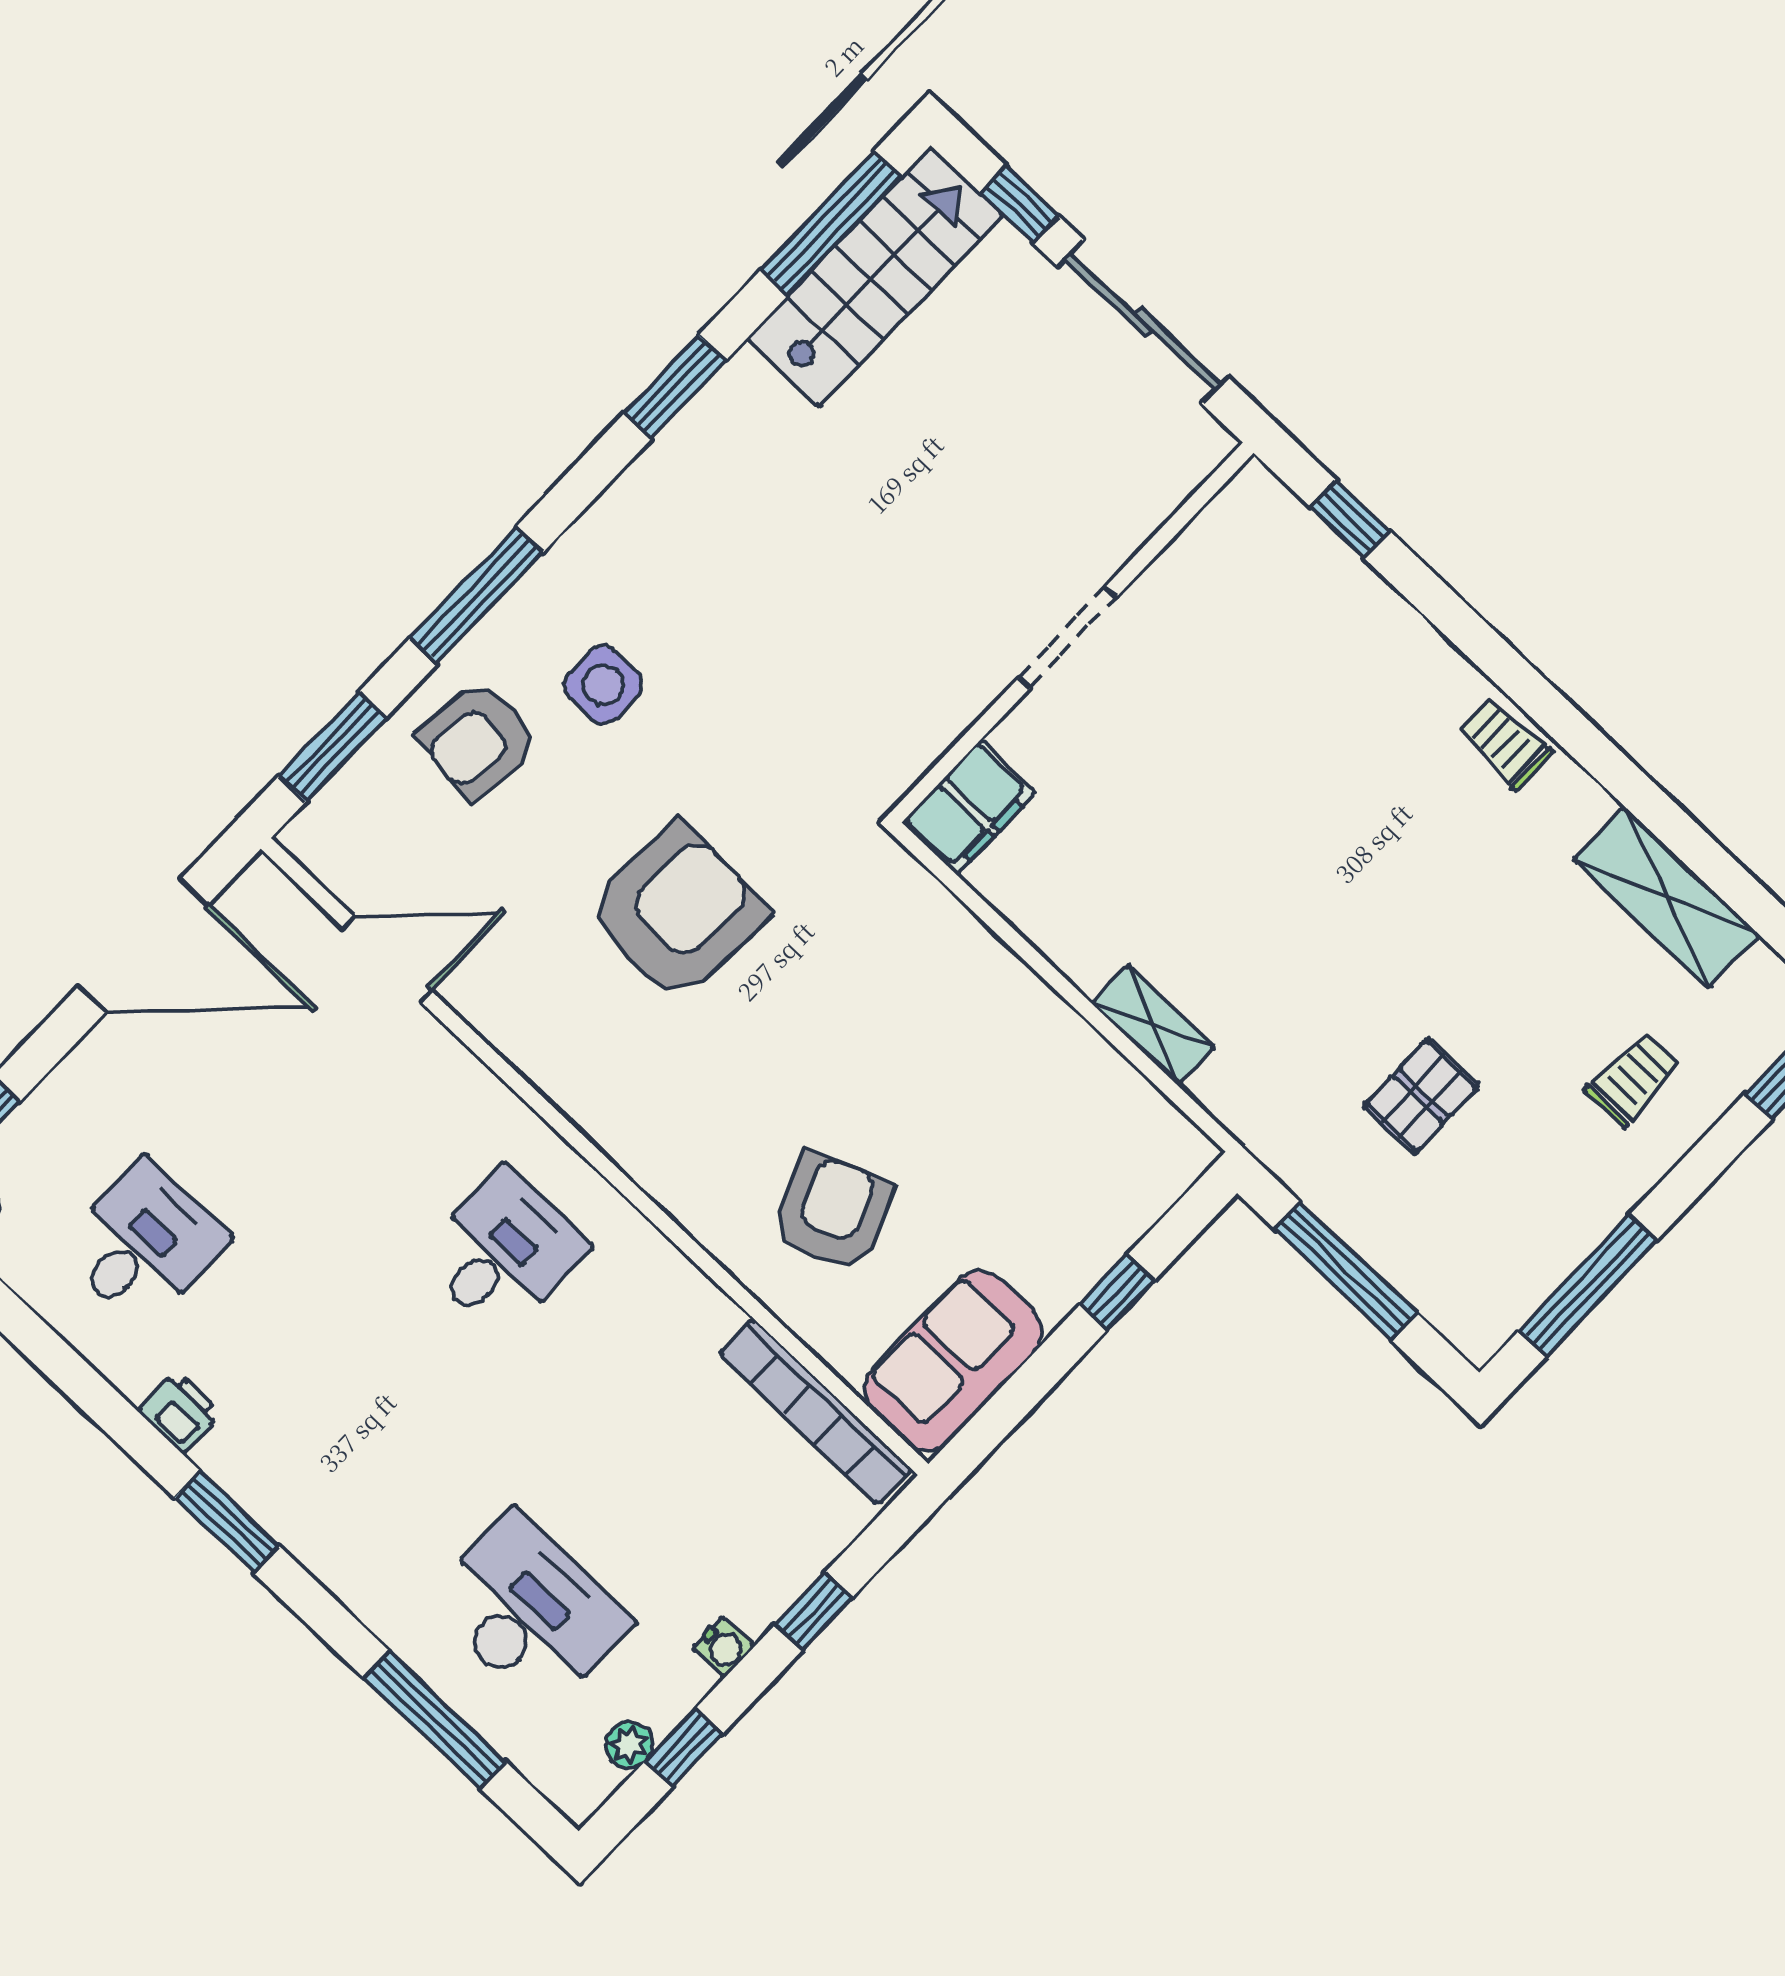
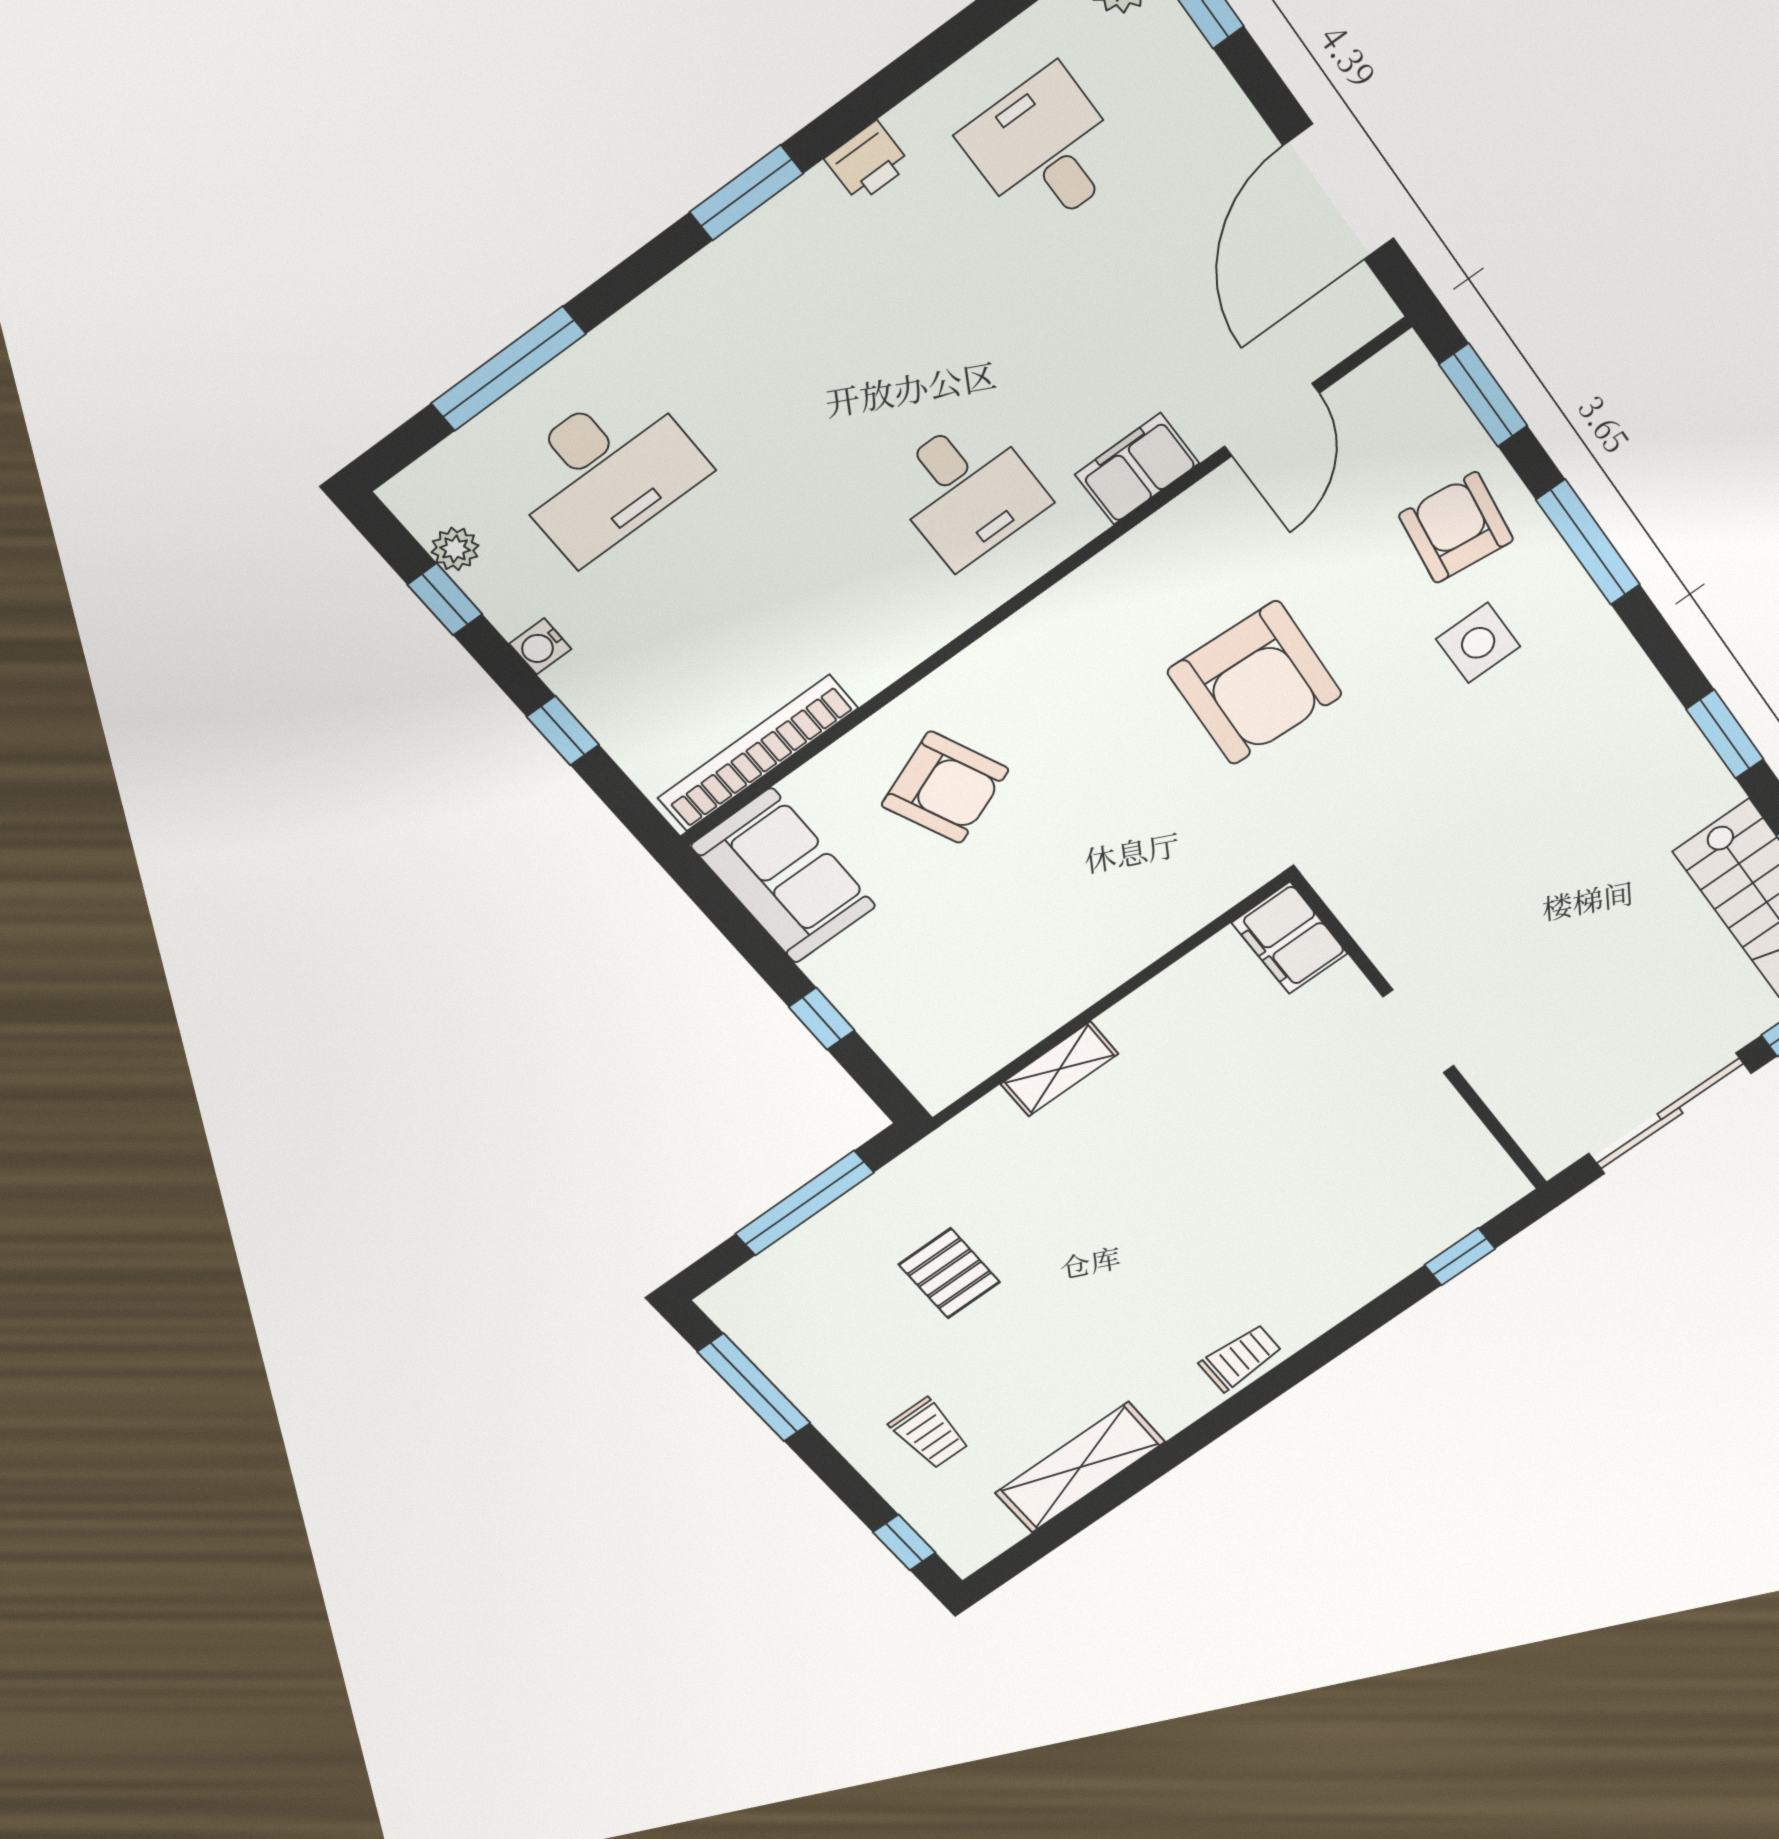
filing cabinet: (458, 1085) -> (1137, 469), added
desk: (143, 1244) -> (1045, 150), turned 180

